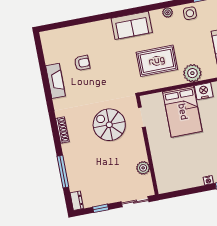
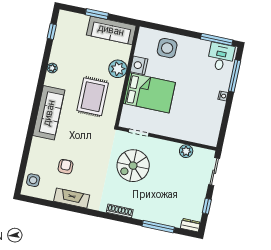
side table: (190, 13) -> (33, 180), moved
sofa: (132, 25) -> (49, 113), width x1.36

